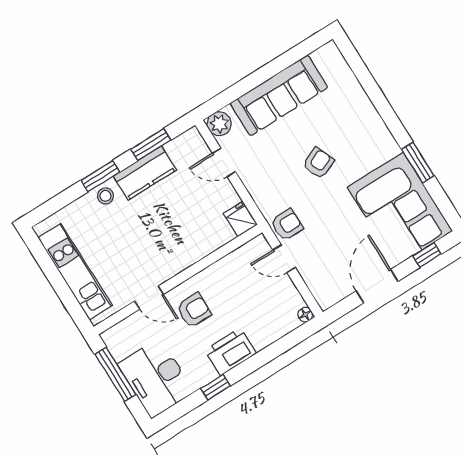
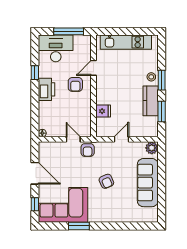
door: (224, 162) -> (121, 139), moved
fridge: (240, 219) -> (103, 111), moved
door: (284, 259) -> (73, 139), hinge flipped

